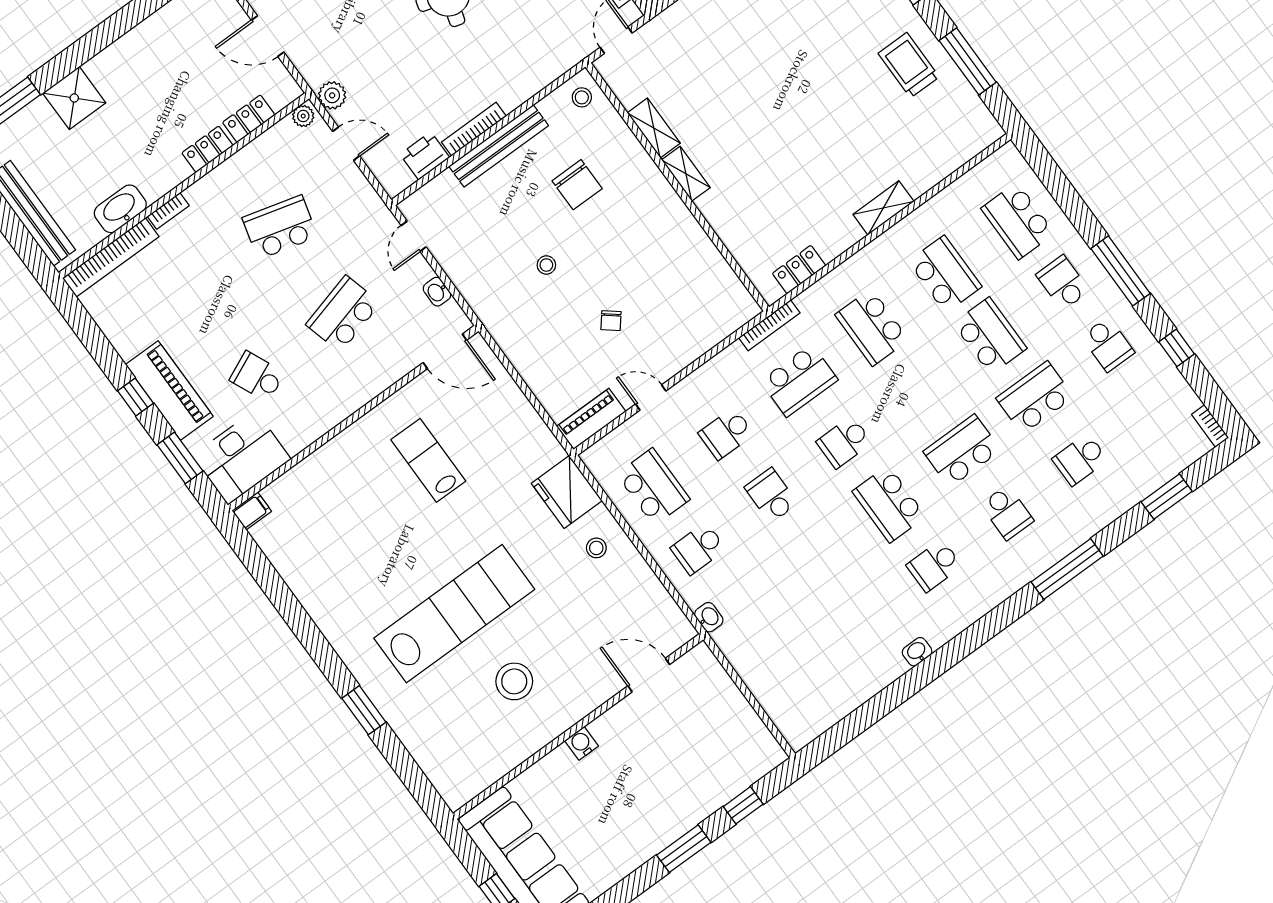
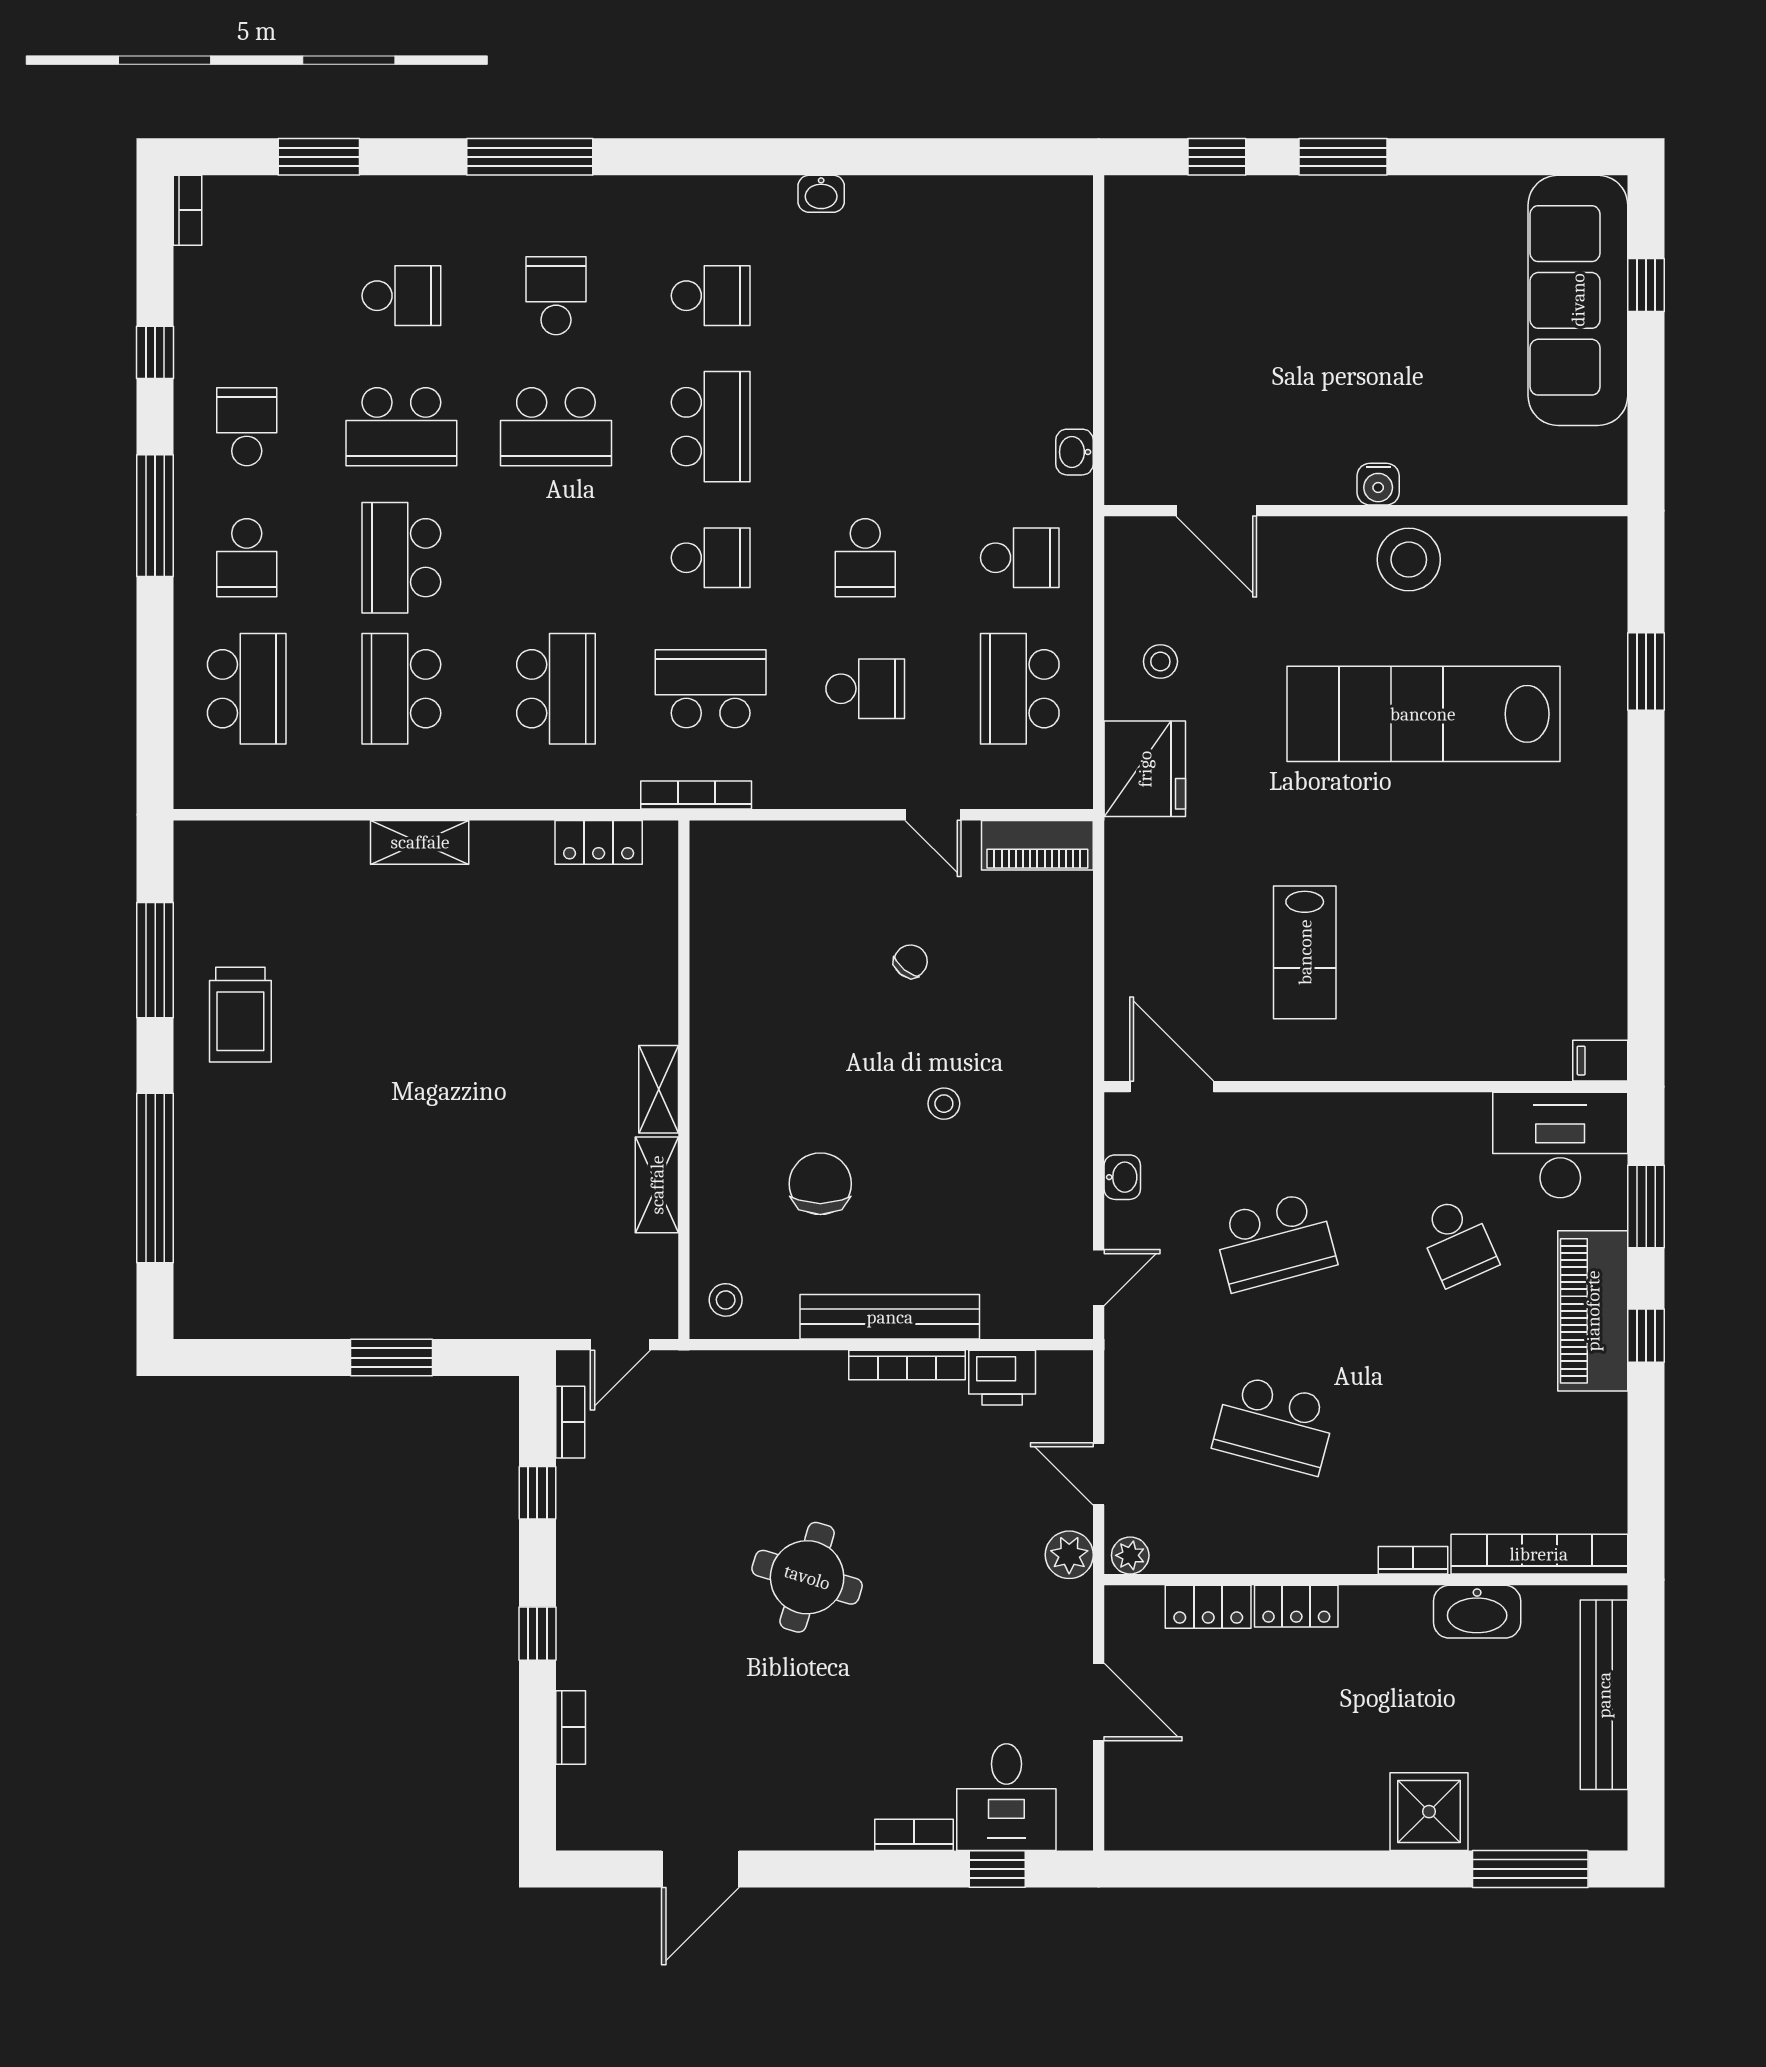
door: (649, 675) -> (1216, 511), moved
wall: (578, 727) -> (1366, 511), moved
water cooler: (582, 743) -> (1378, 484), moved

